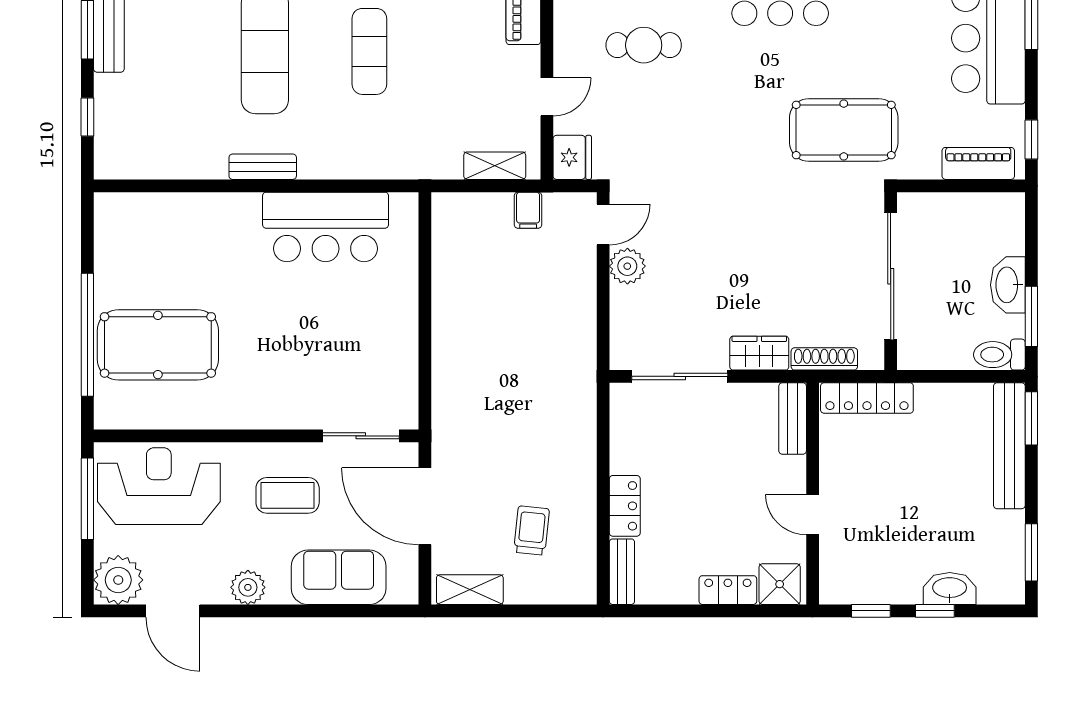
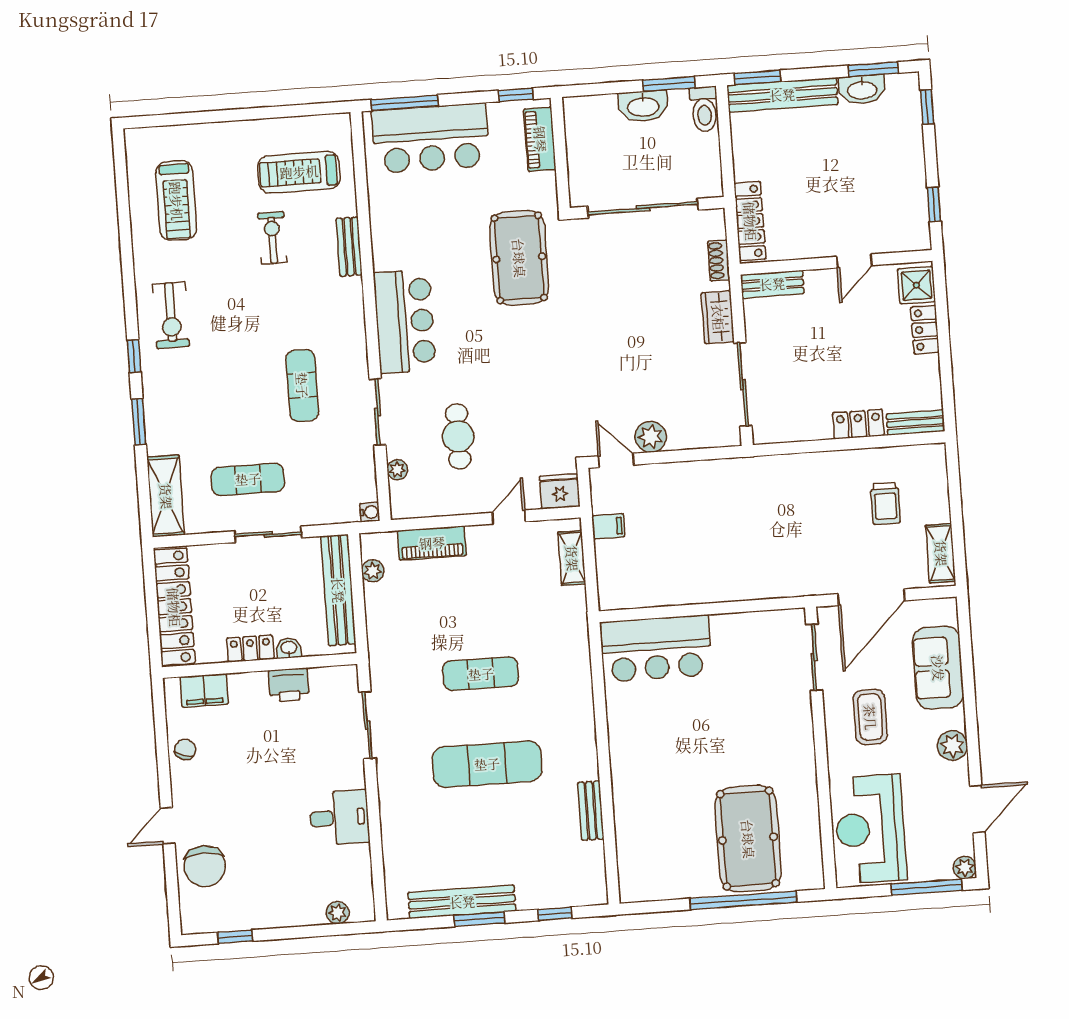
door: (547, 97) -> (509, 517), hinge flipped
bench: (263, 167) -> (591, 811), moved
bar counter: (326, 227) -> (656, 648), moved, turned 90
shoe rack: (824, 359) -> (719, 260), width x0.70
window: (87, 499) -> (926, 887), moved
trolley: (532, 530) -> (885, 503), turned -96
plant: (118, 580) -> (965, 868), width x0.53, depth x0.53
washbasin: (950, 589) -> (862, 89), moved, turned -90
window: (935, 611) -> (927, 107), moved

